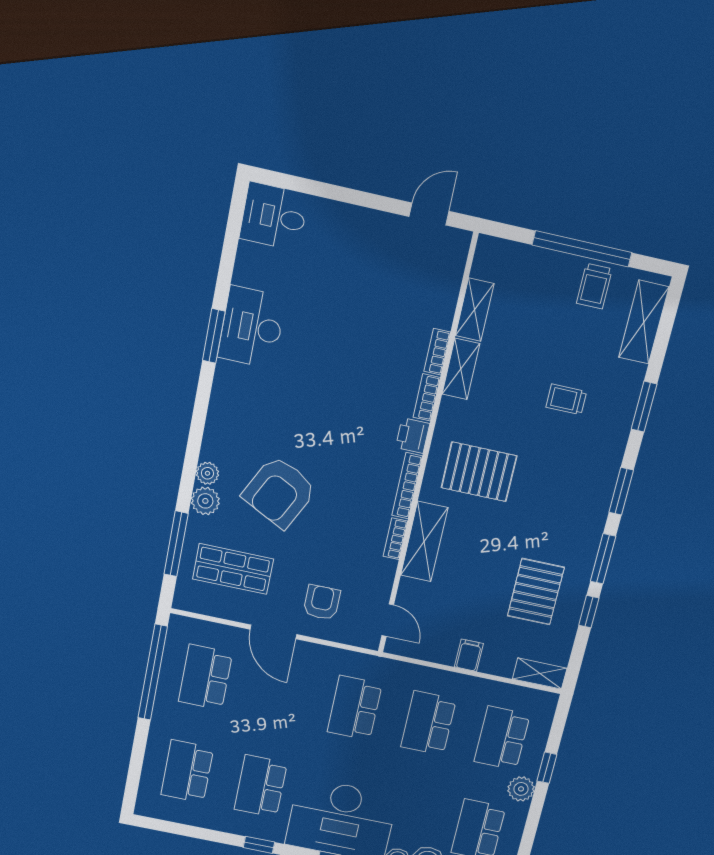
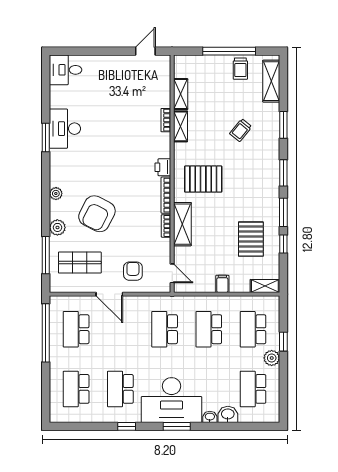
bookcase: (427, 397) -> (166, 145), removed
trolley: (566, 399) -> (241, 130), turned -51
plant: (207, 473) -> (56, 194), moved

